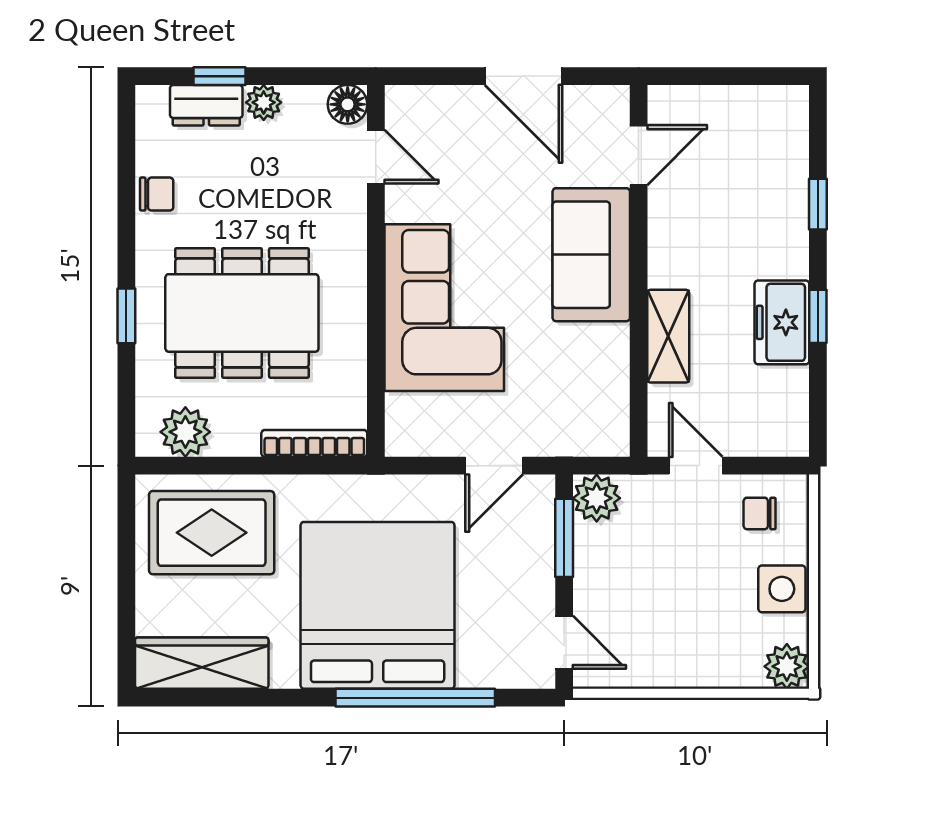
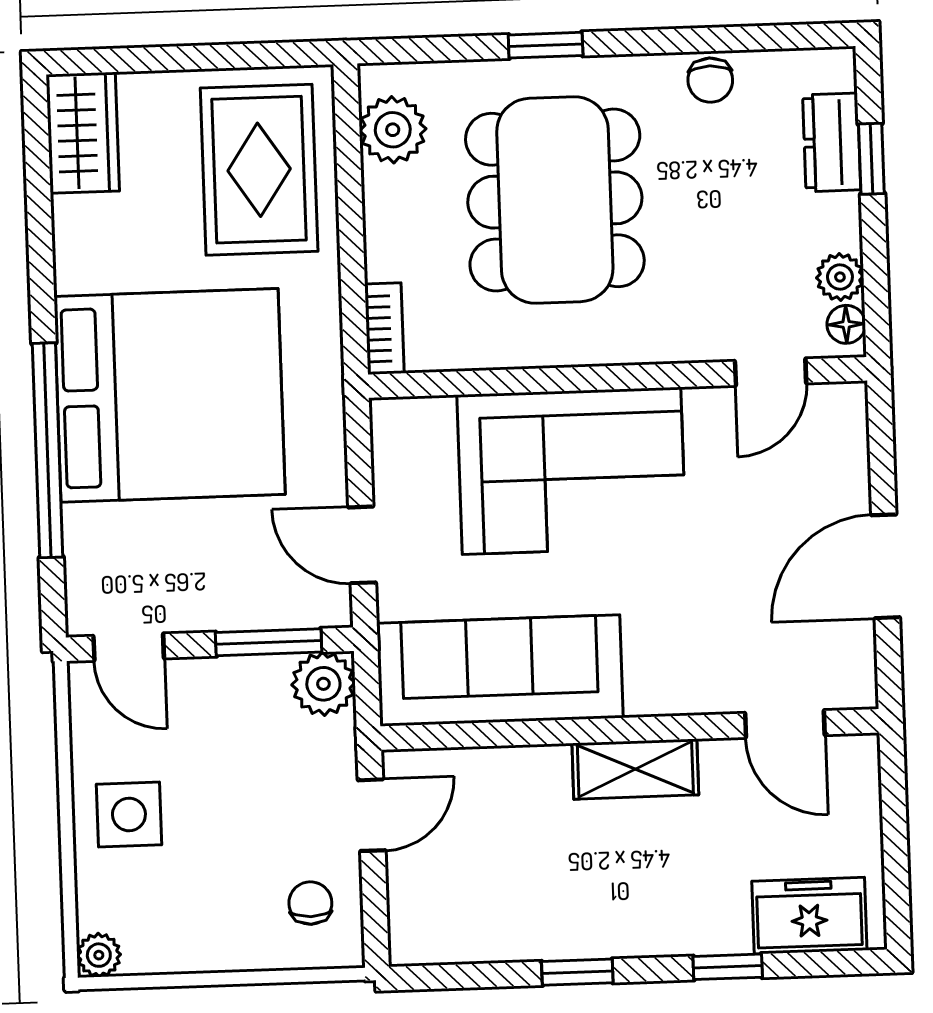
plant: (264, 102) -> (840, 277), moved
floor lamp: (348, 104) -> (846, 324), width x0.73, depth x0.73
sofa: (591, 255) -> (500, 671), moved, width x1.36
freezer: (782, 322) -> (809, 916), moved
shelving: (668, 336) -> (635, 769), moved
bookcase: (314, 443) -> (384, 329), width x0.64
side table: (782, 589) -> (129, 814), moved
door: (564, 642) -> (129, 647), hinge flipped
wardrobe: (202, 663) -> (83, 133), width x0.67
plant: (787, 666) -> (99, 955), width x0.73, depth x0.73

